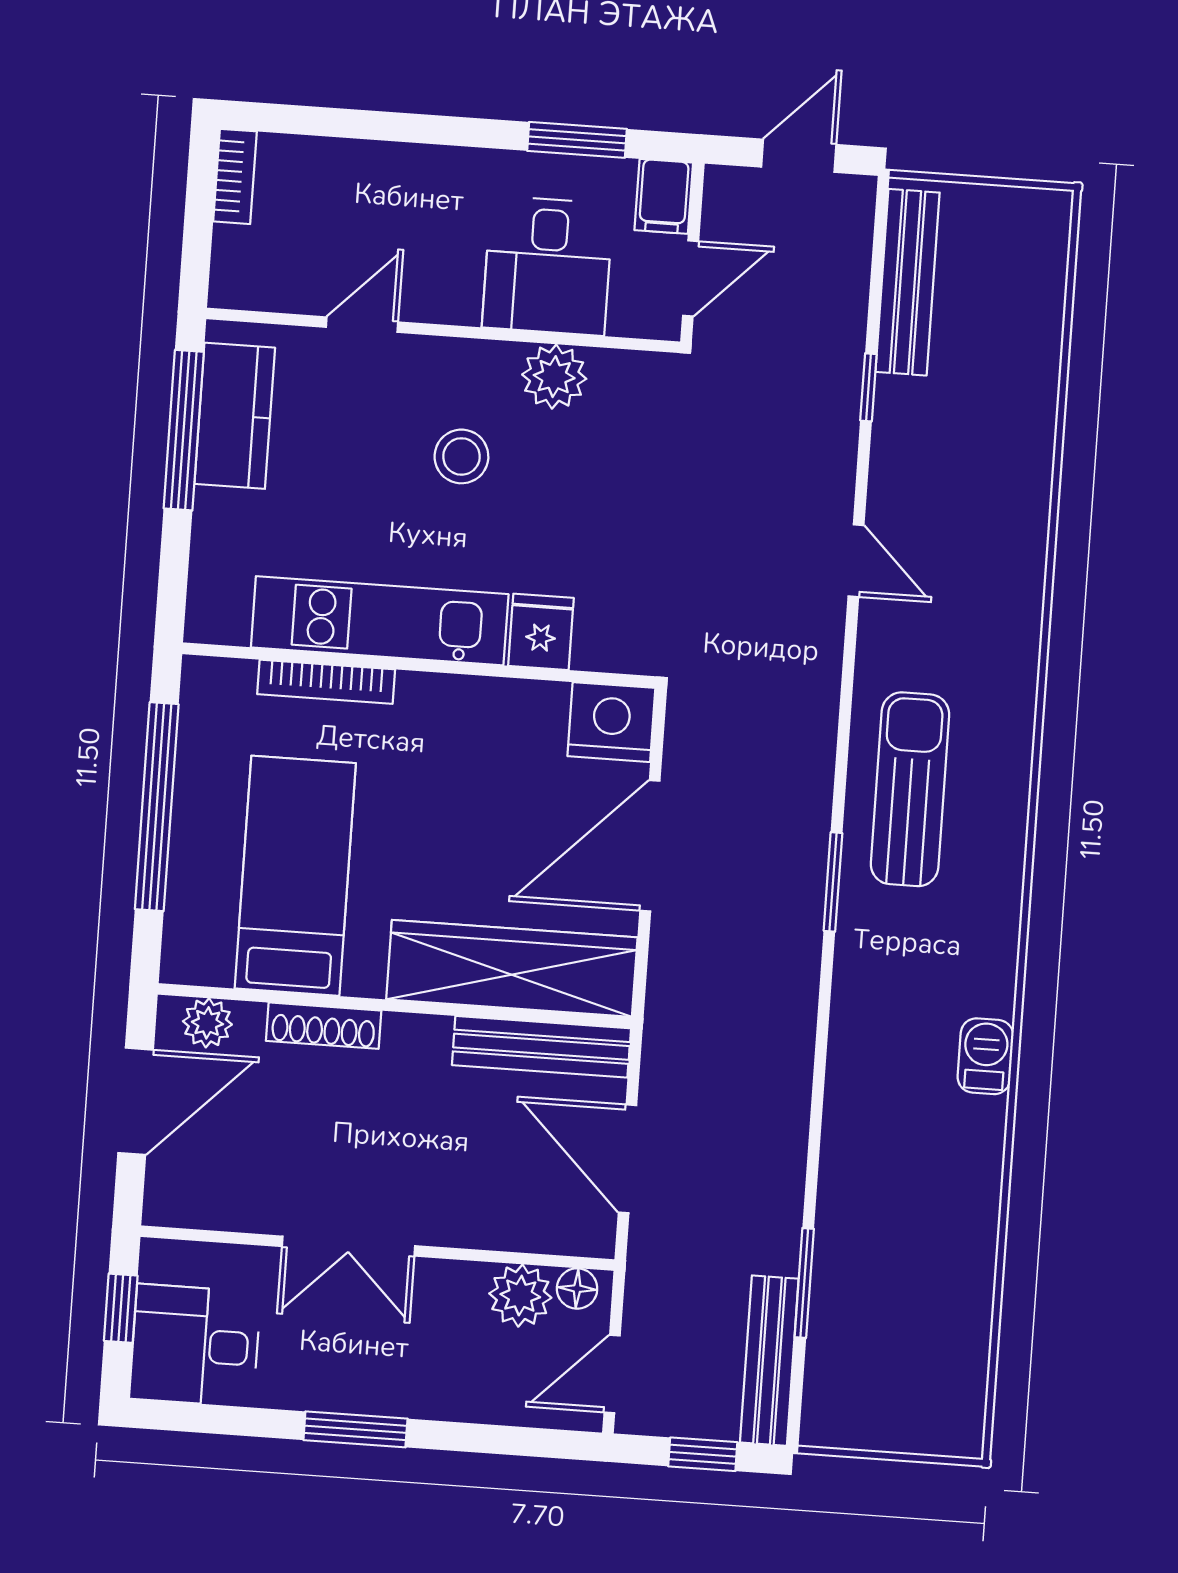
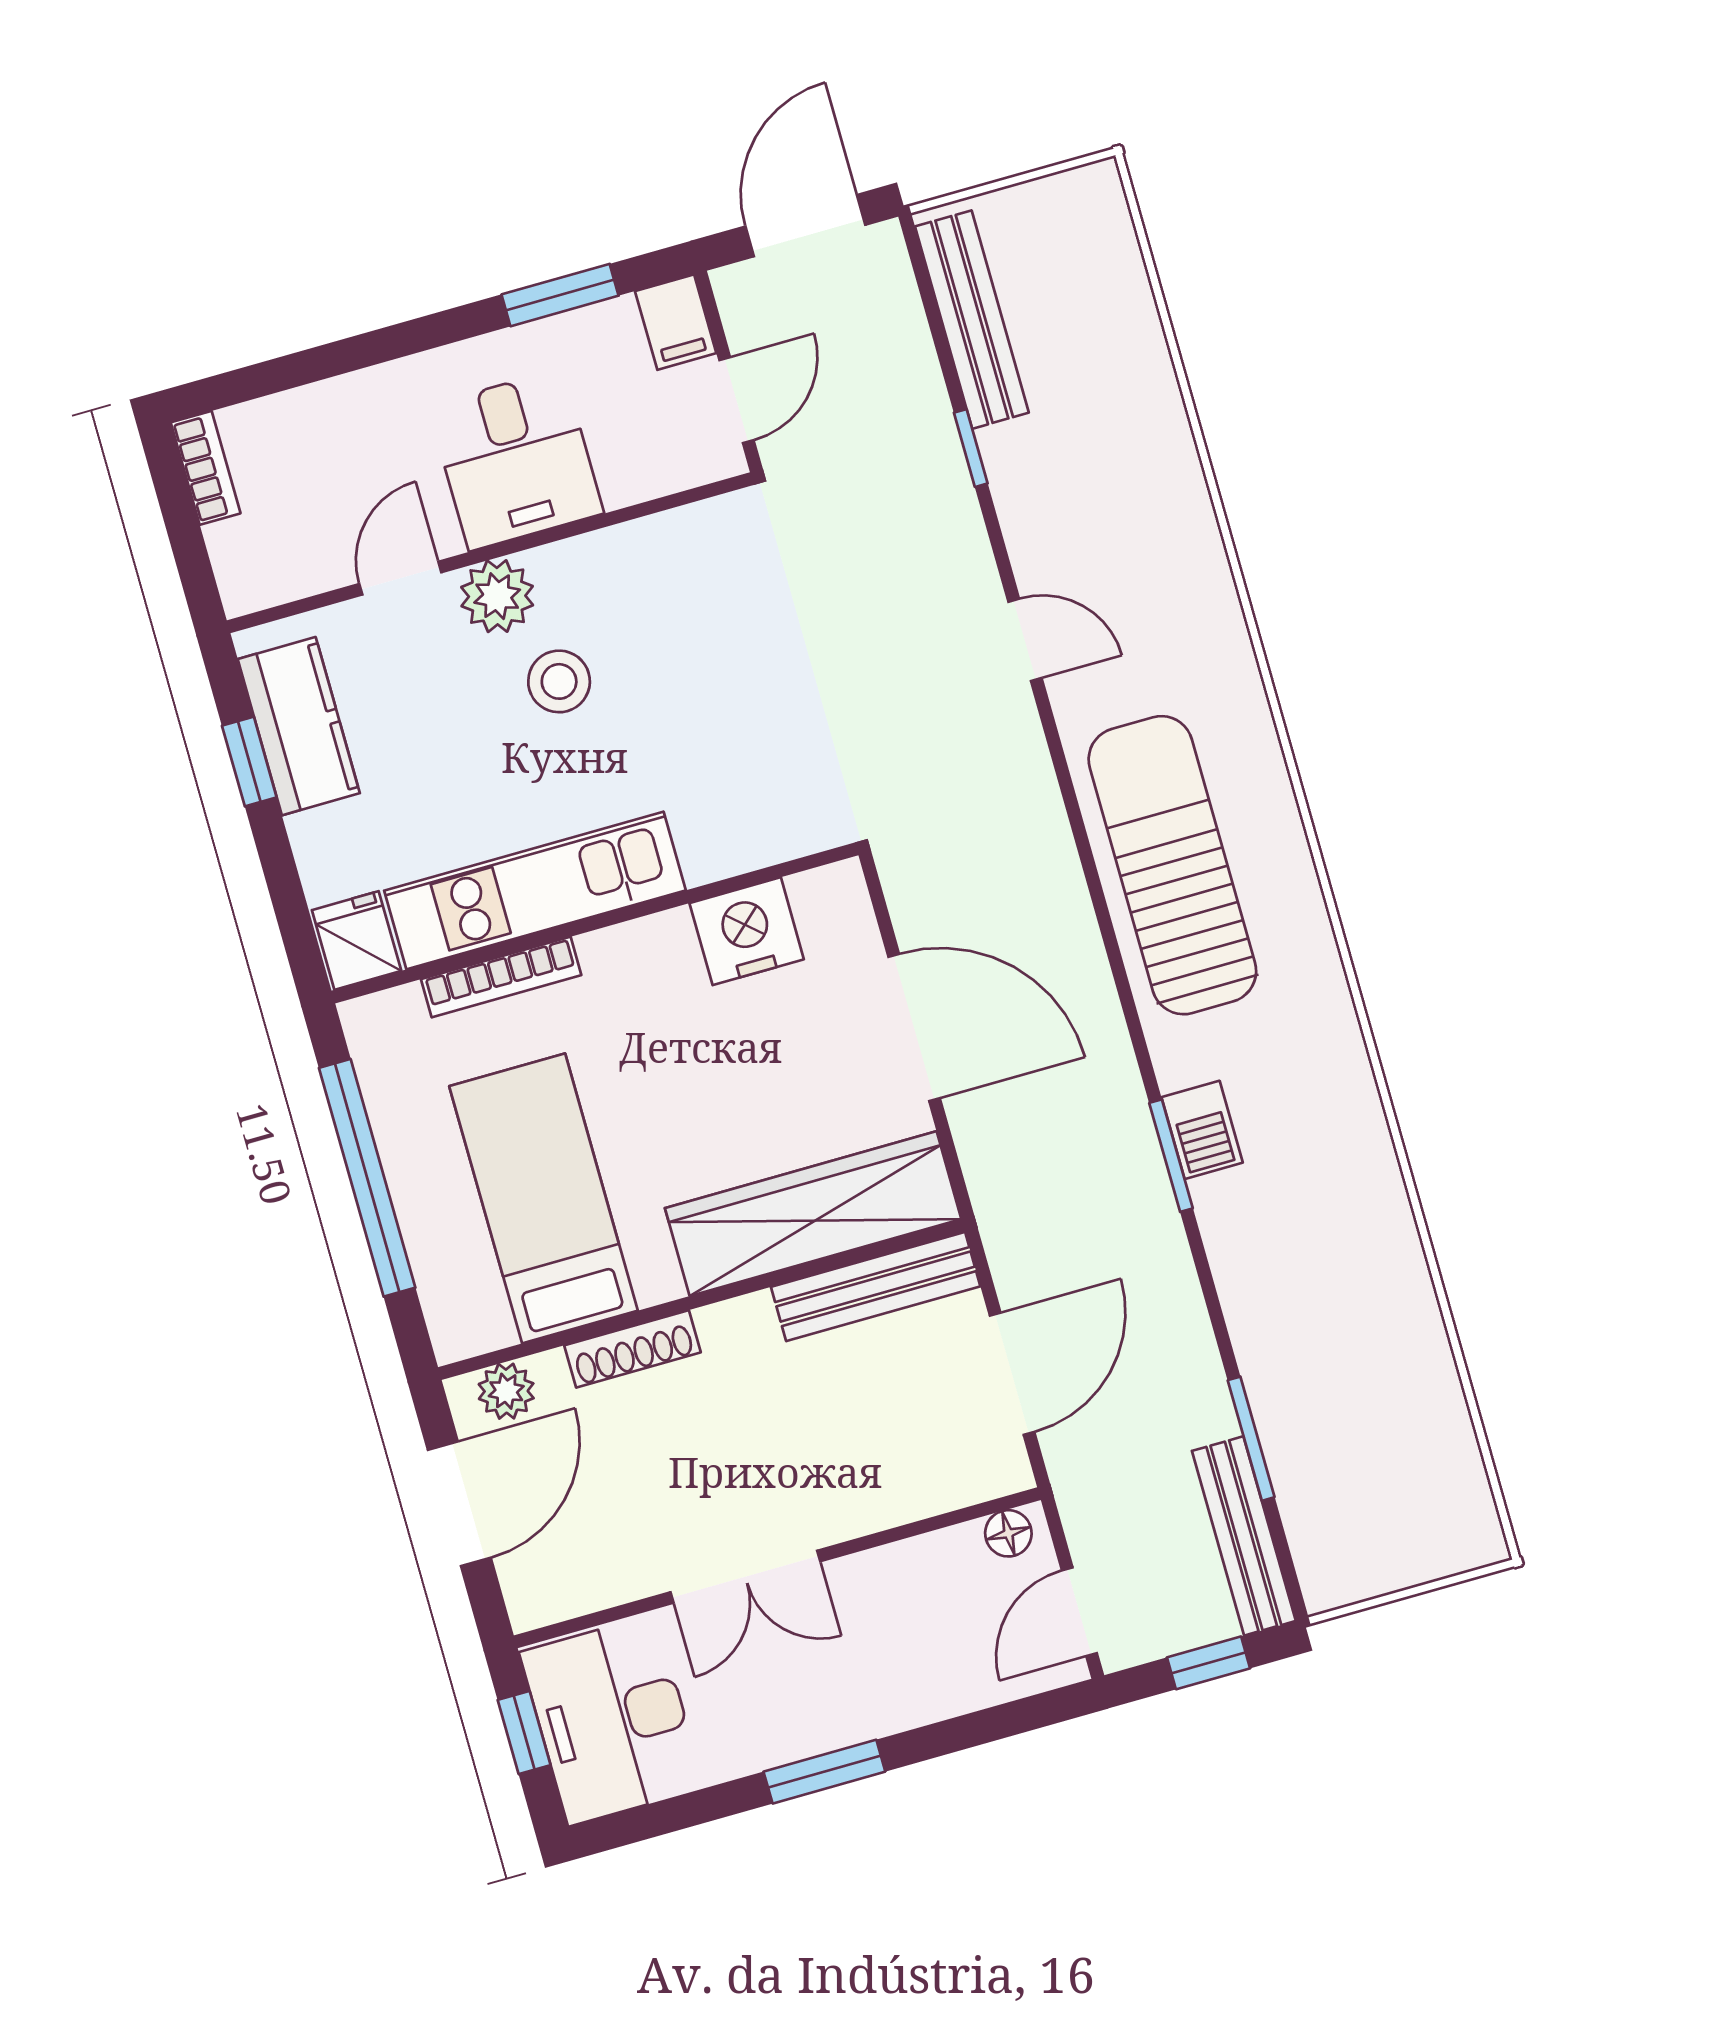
door: (799, 156) -> (805, 226), width x1.38
desk: (548, 266) -> (516, 460), moved
plant: (554, 377) -> (497, 596), moved
window: (184, 430) -> (249, 761), width x0.46
fridge: (541, 632) -> (357, 940), moved
nightstand: (611, 722) -> (747, 931), moved
sun lounger: (910, 789) -> (1172, 865), width x1.36, depth x1.34
door: (650, 846) -> (914, 1028), swing flipped
window: (833, 882) -> (1171, 1156), moved
barbecue: (985, 1056) -> (1202, 1130), moved, turned 180
door: (627, 1159) -> (1012, 1374), swing flipped
plant: (520, 1296) -> (950, 1563), removed
desk: (195, 1345) -> (612, 1720), width x1.37

